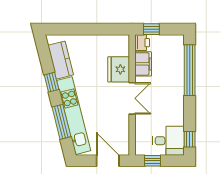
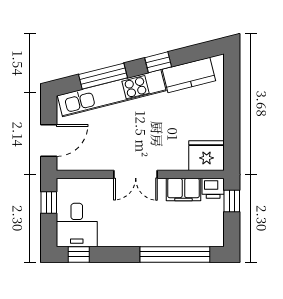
fridge: (119, 69) -> (207, 156), moved

